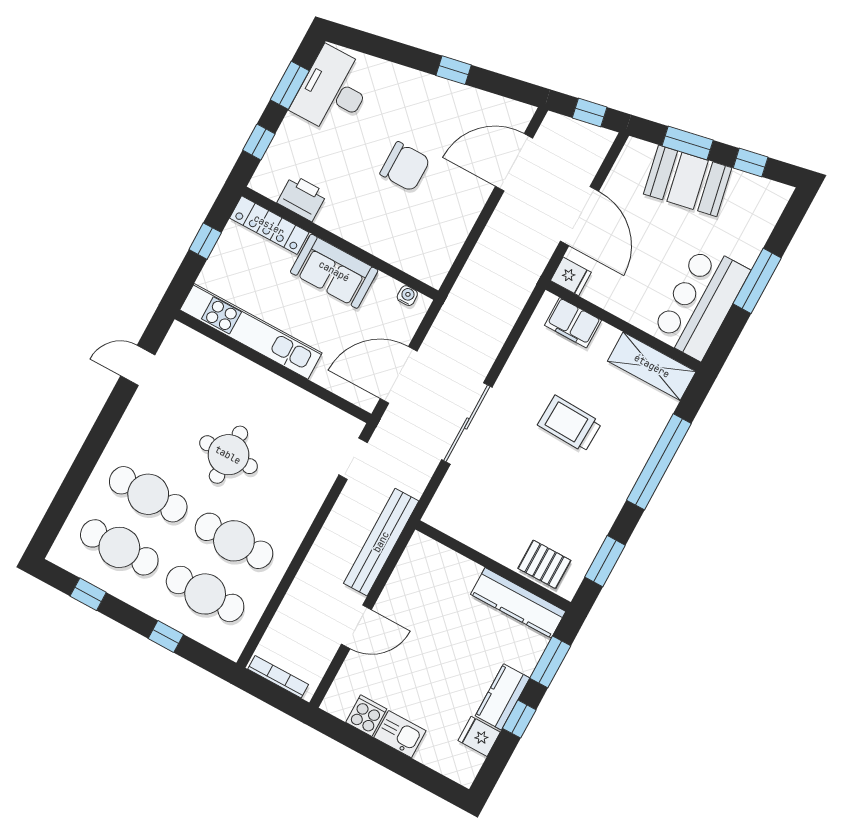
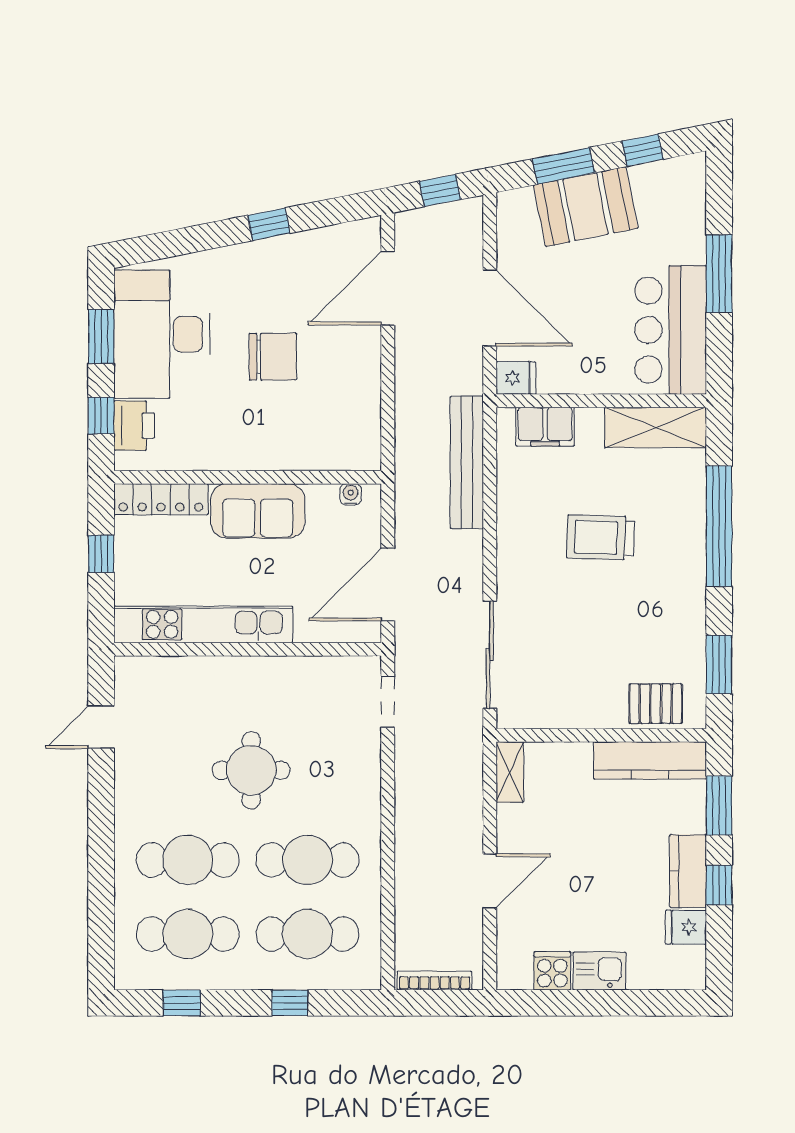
desk: (333, 91) -> (162, 334), width x1.36, depth x1.30
printer: (302, 198) -> (134, 426), moved, turned 90
sliding door: (467, 423) -> (490, 655), moved
bench: (381, 542) -> (467, 463), moved
shelving: (413, 557) -> (510, 772), added

